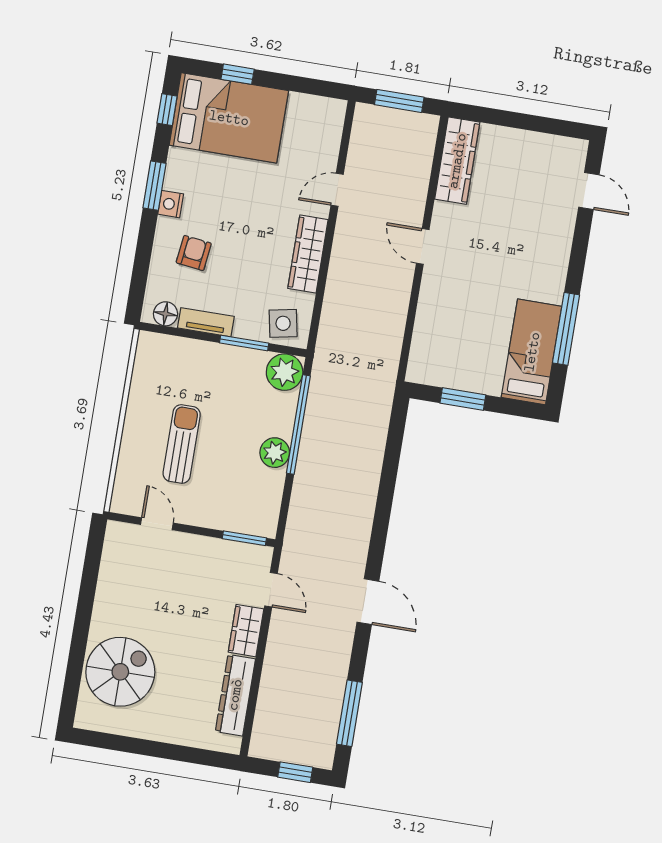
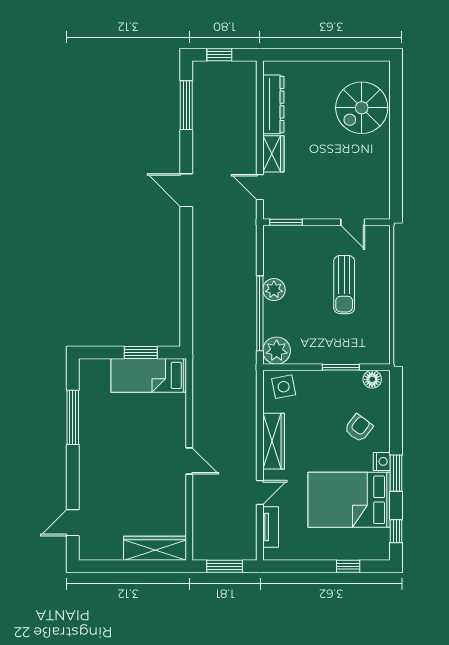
bed: (229, 118) -> (349, 500), moved
wardrobe: (457, 161) -> (155, 548), moved, turned 90
door: (589, 191) -> (73, 523), hinge flipped
armchair: (194, 253) -> (359, 428), turned -150
tv unit: (206, 322) -> (271, 527), moved, turned -90
window: (244, 343) -> (341, 367), moved
bed: (532, 352) -> (149, 375), moved, turned 90

